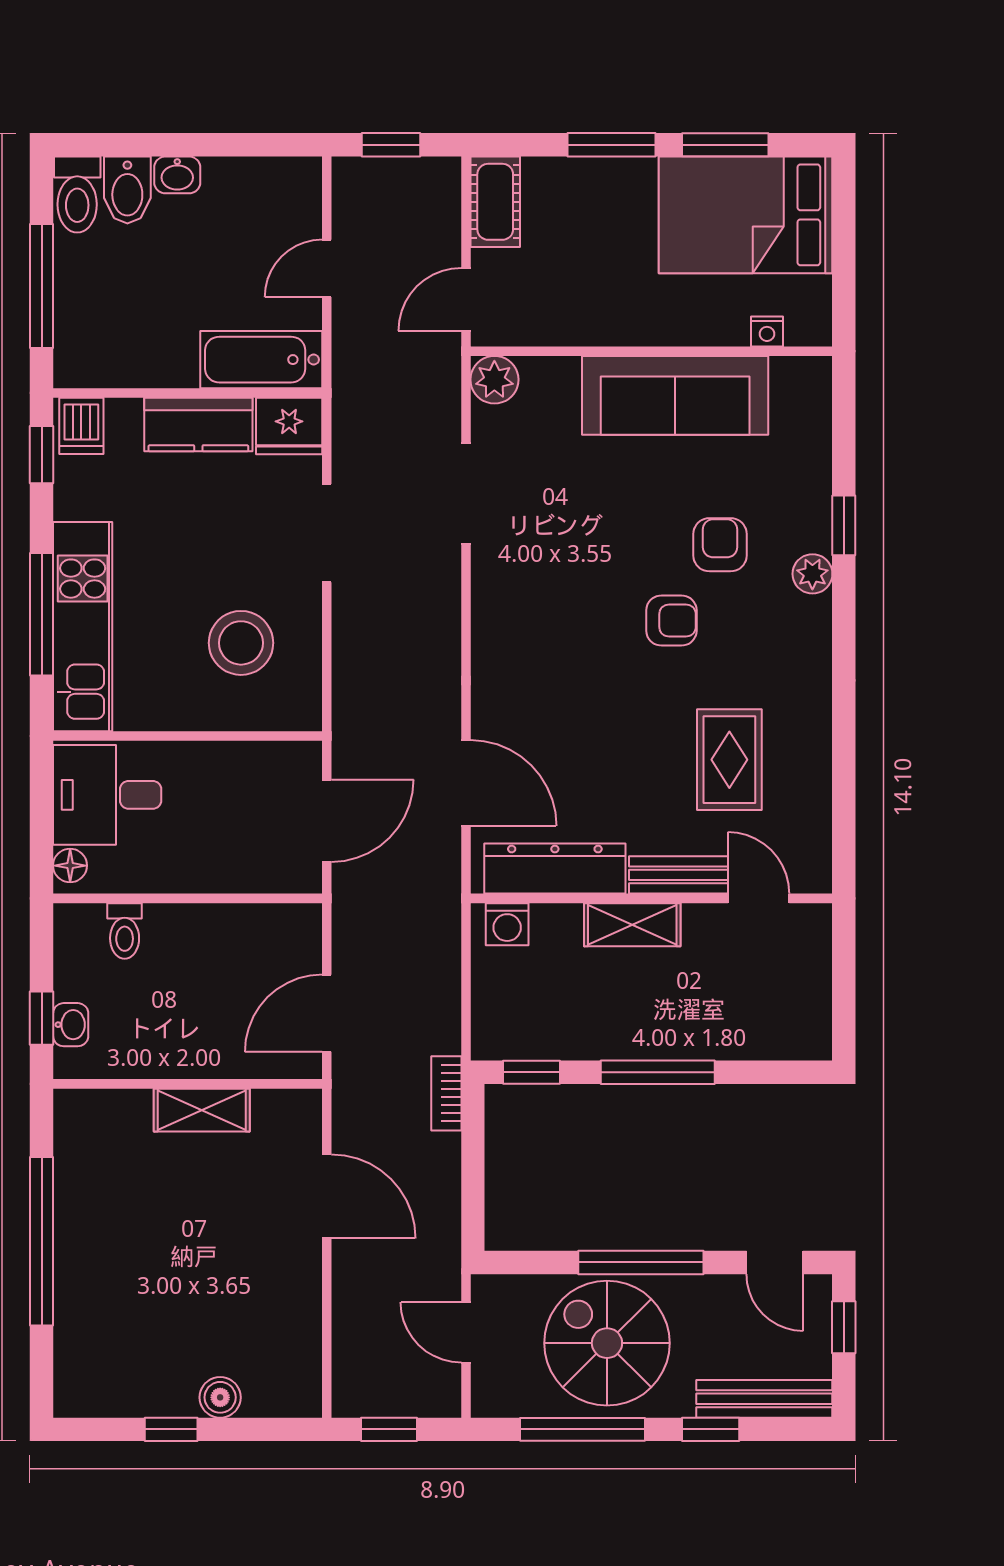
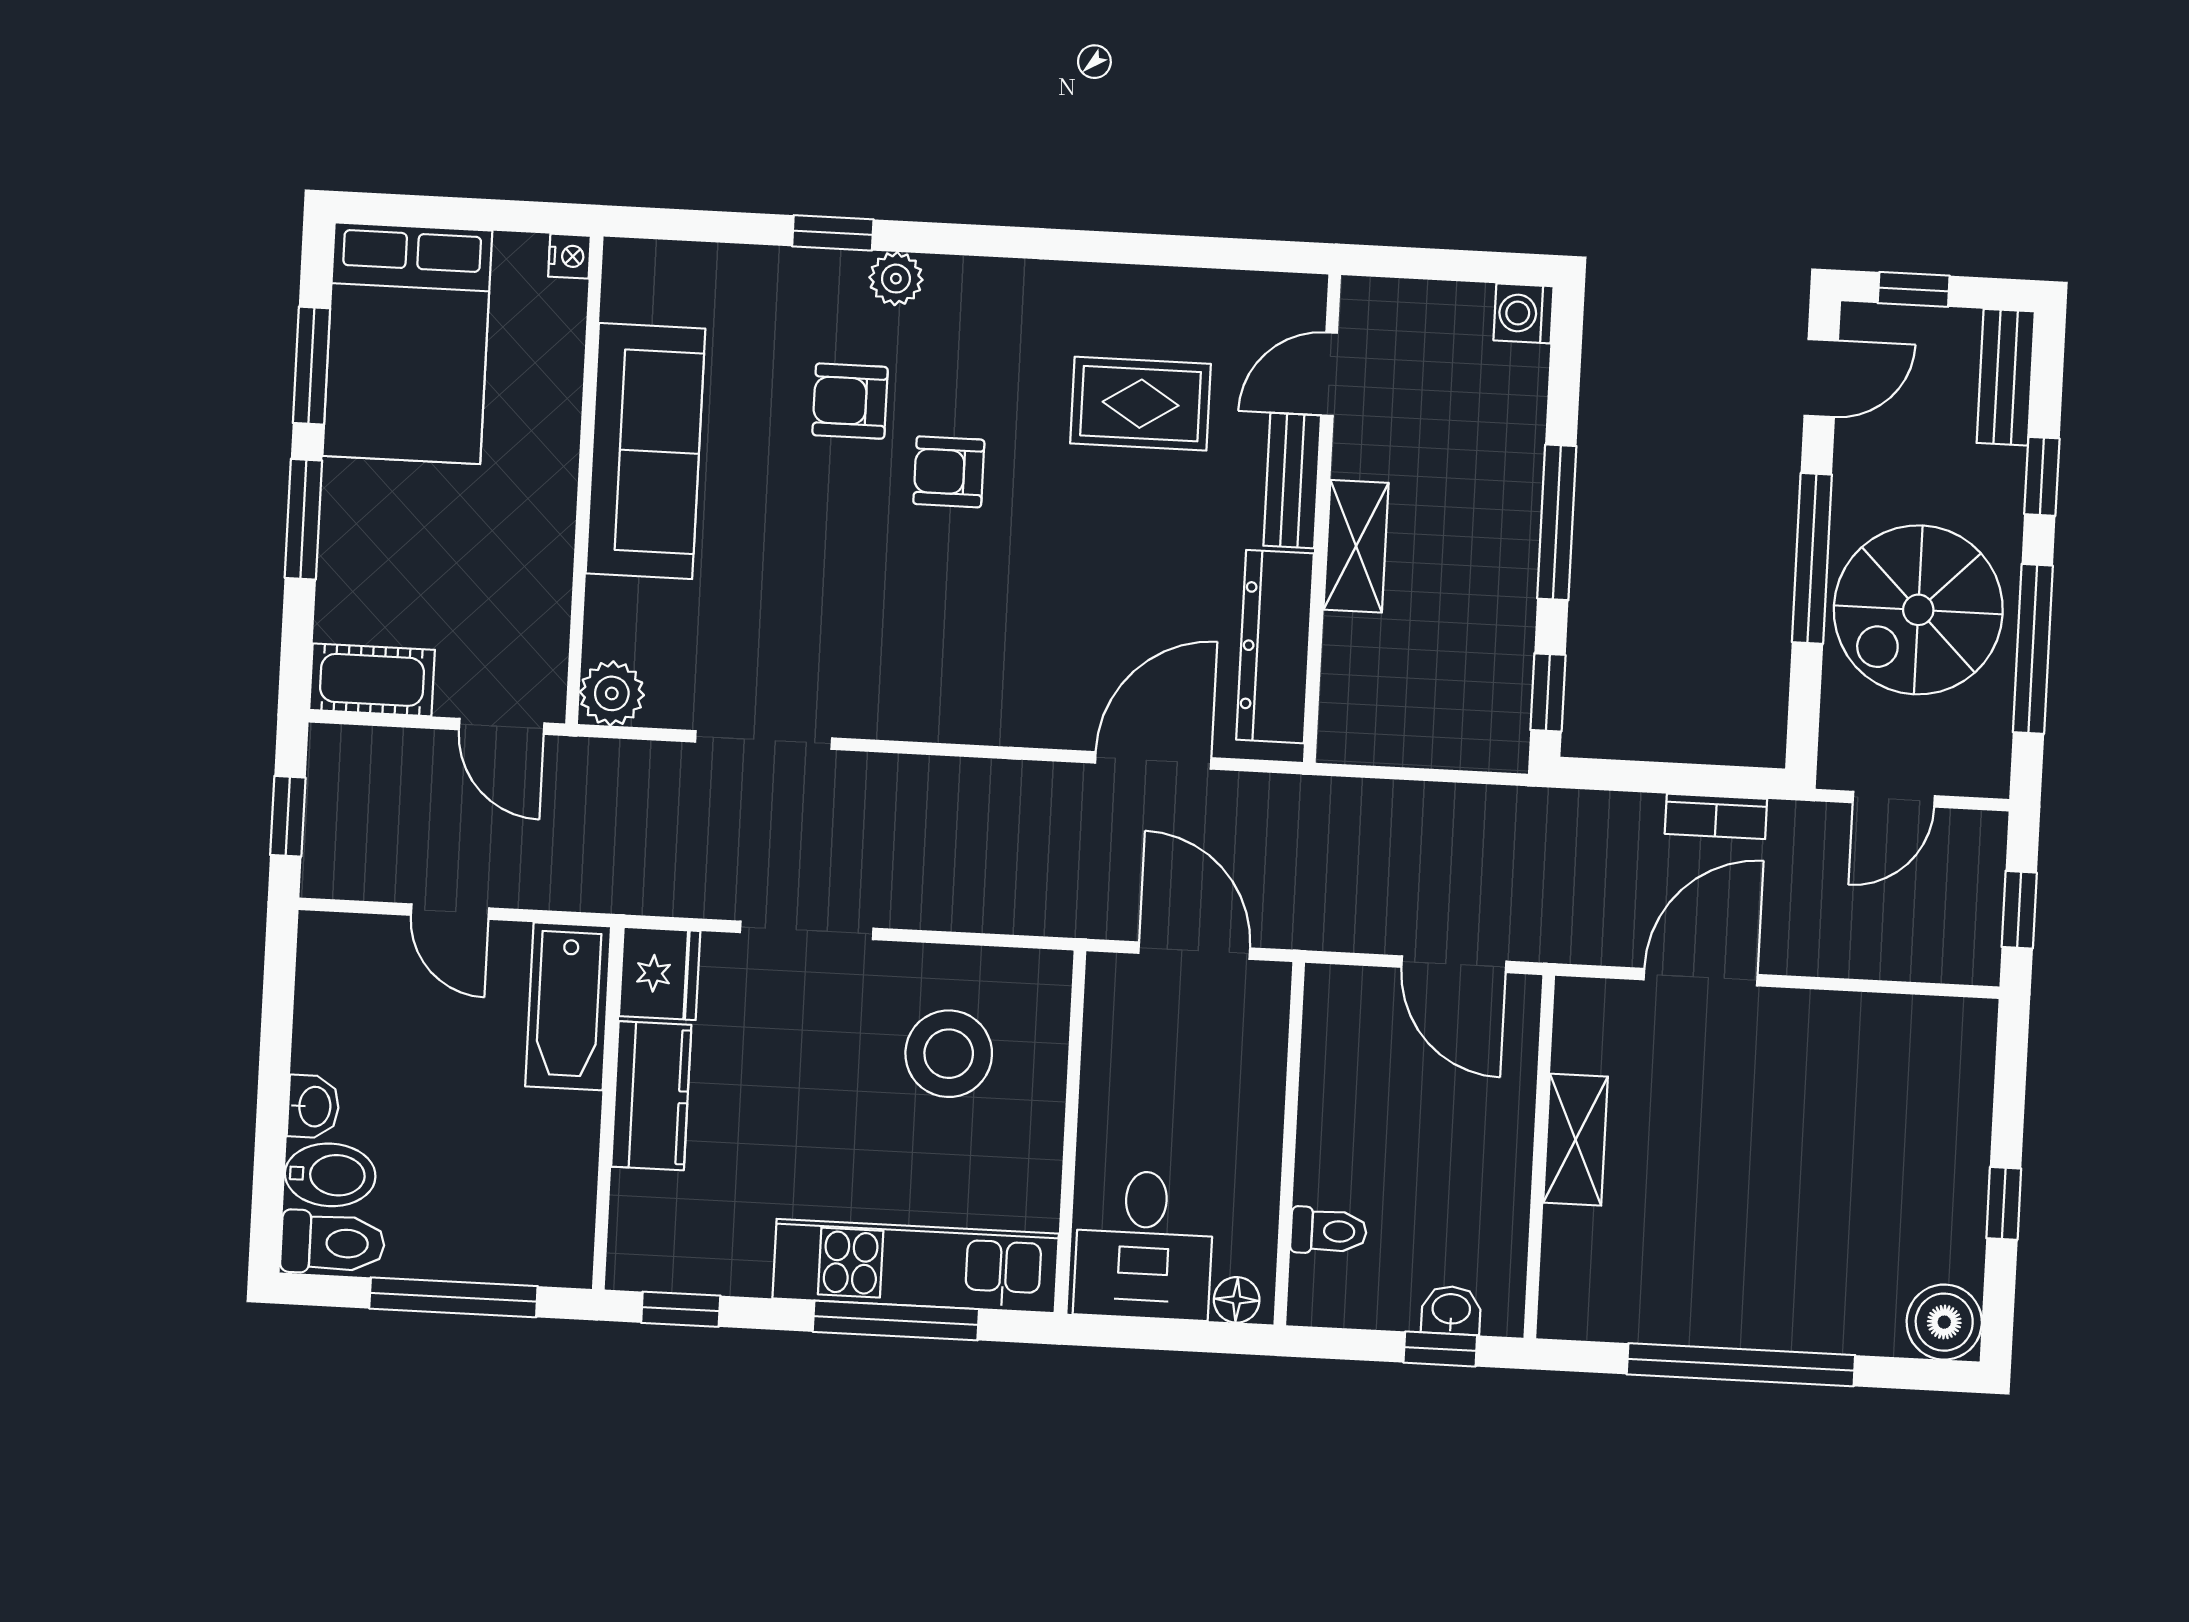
nightstand: (767, 331) -> (569, 256), moved
dishwasher: (81, 426) -> (645, 1253), removed
armchair: (671, 621) -> (949, 472), turned -90
washing machine: (507, 924) -> (1523, 313), moved, turned 180
bookcase: (446, 1093) -> (1716, 816), moved
boiler: (220, 1397) -> (1944, 1322), moved, width x1.36, depth x1.36
bench: (764, 1399) -> (2006, 377), width x0.73

